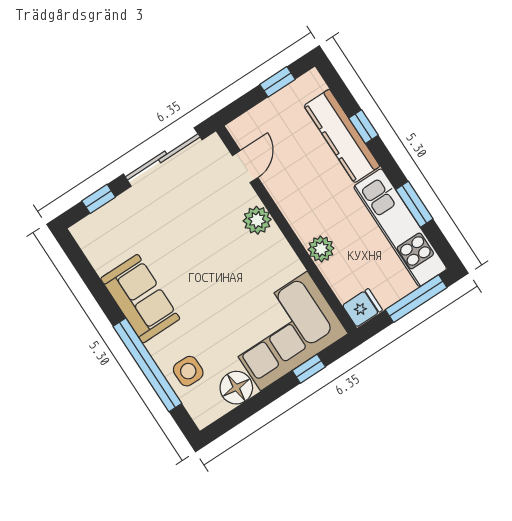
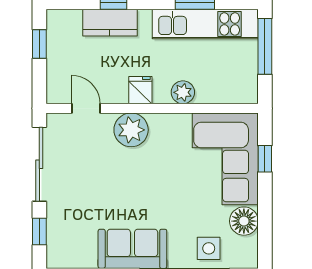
kitchen counter: (342, 136) -> (110, 23), width x0.67
plant: (257, 220) -> (131, 130), width x1.36, depth x1.36
fridge: (362, 308) -> (140, 90), moved

